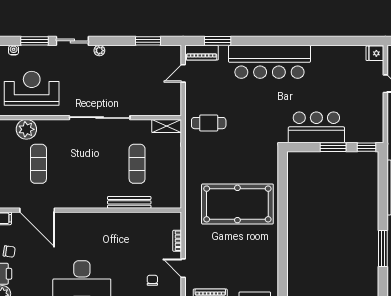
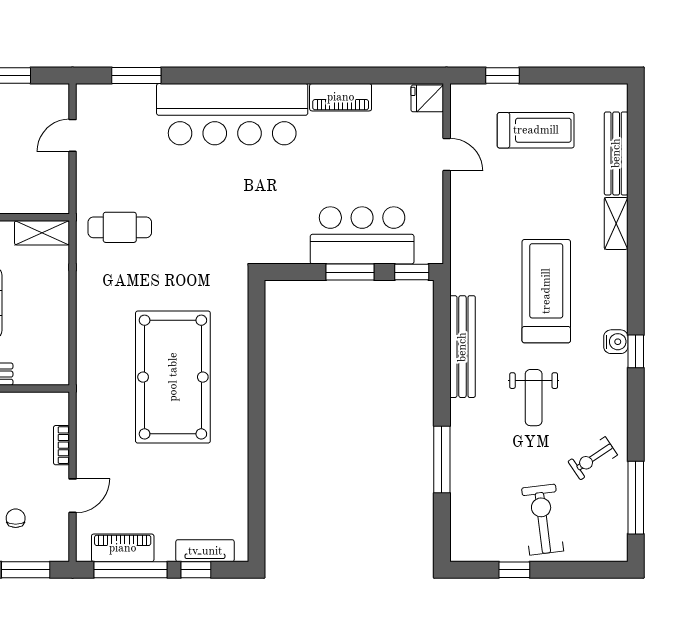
piano: (202, 53) -> (341, 97), moved
bar counter: (316, 127) -> (362, 235), moved
pool table: (237, 204) -> (173, 377), turned 90
door: (183, 268) -> (73, 496), swing flipped

